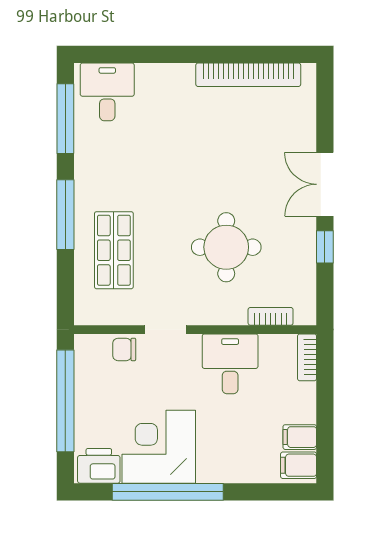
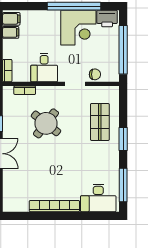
bookcase: (248, 75) -> (54, 206), moved
desk: (107, 92) -> (98, 198), width x1.37
window: (65, 215) -> (123, 139), width x0.69
round table: (226, 247) -> (46, 123), turned 38

